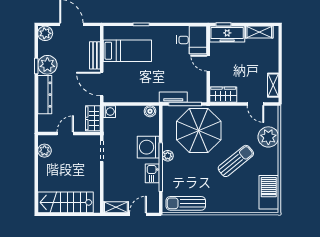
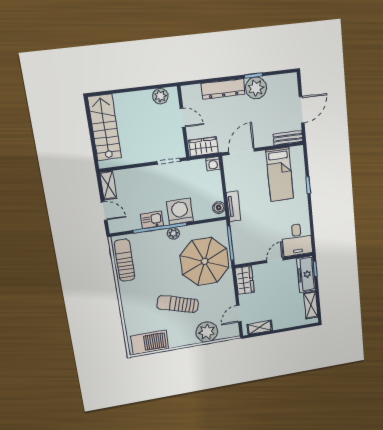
plant: (45, 33) -> (290, 81), removed
bench: (95, 55) -> (288, 138), moved
tv unit: (173, 97) -> (234, 206), moved
sun lounger: (236, 161) -> (178, 304), turned 145

